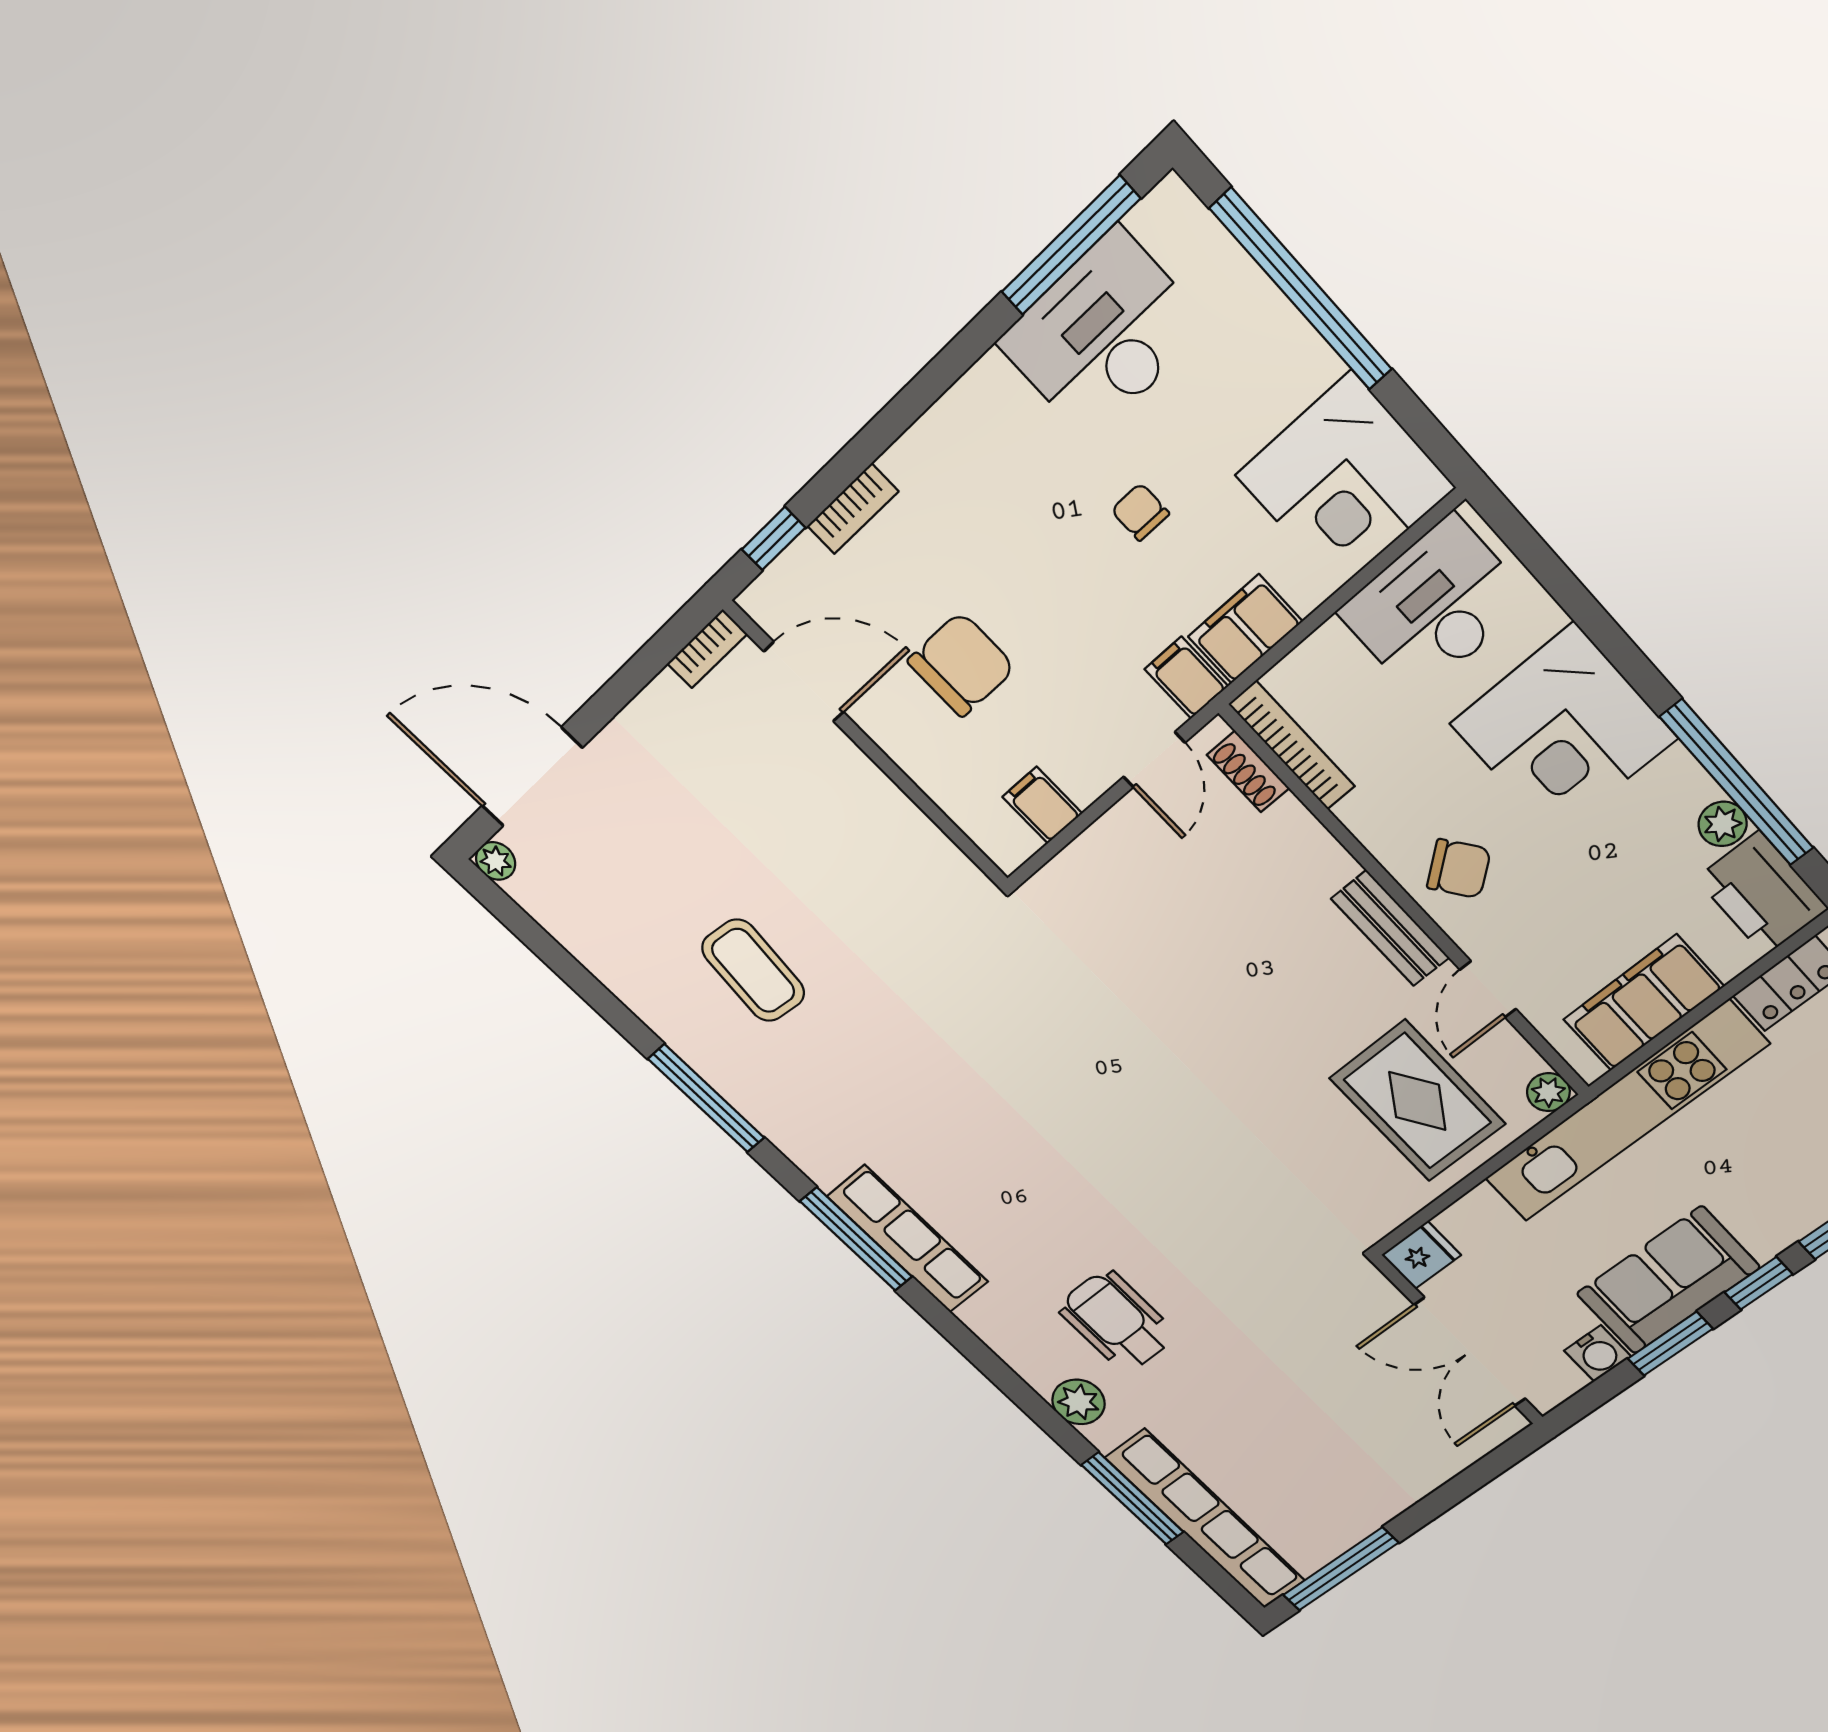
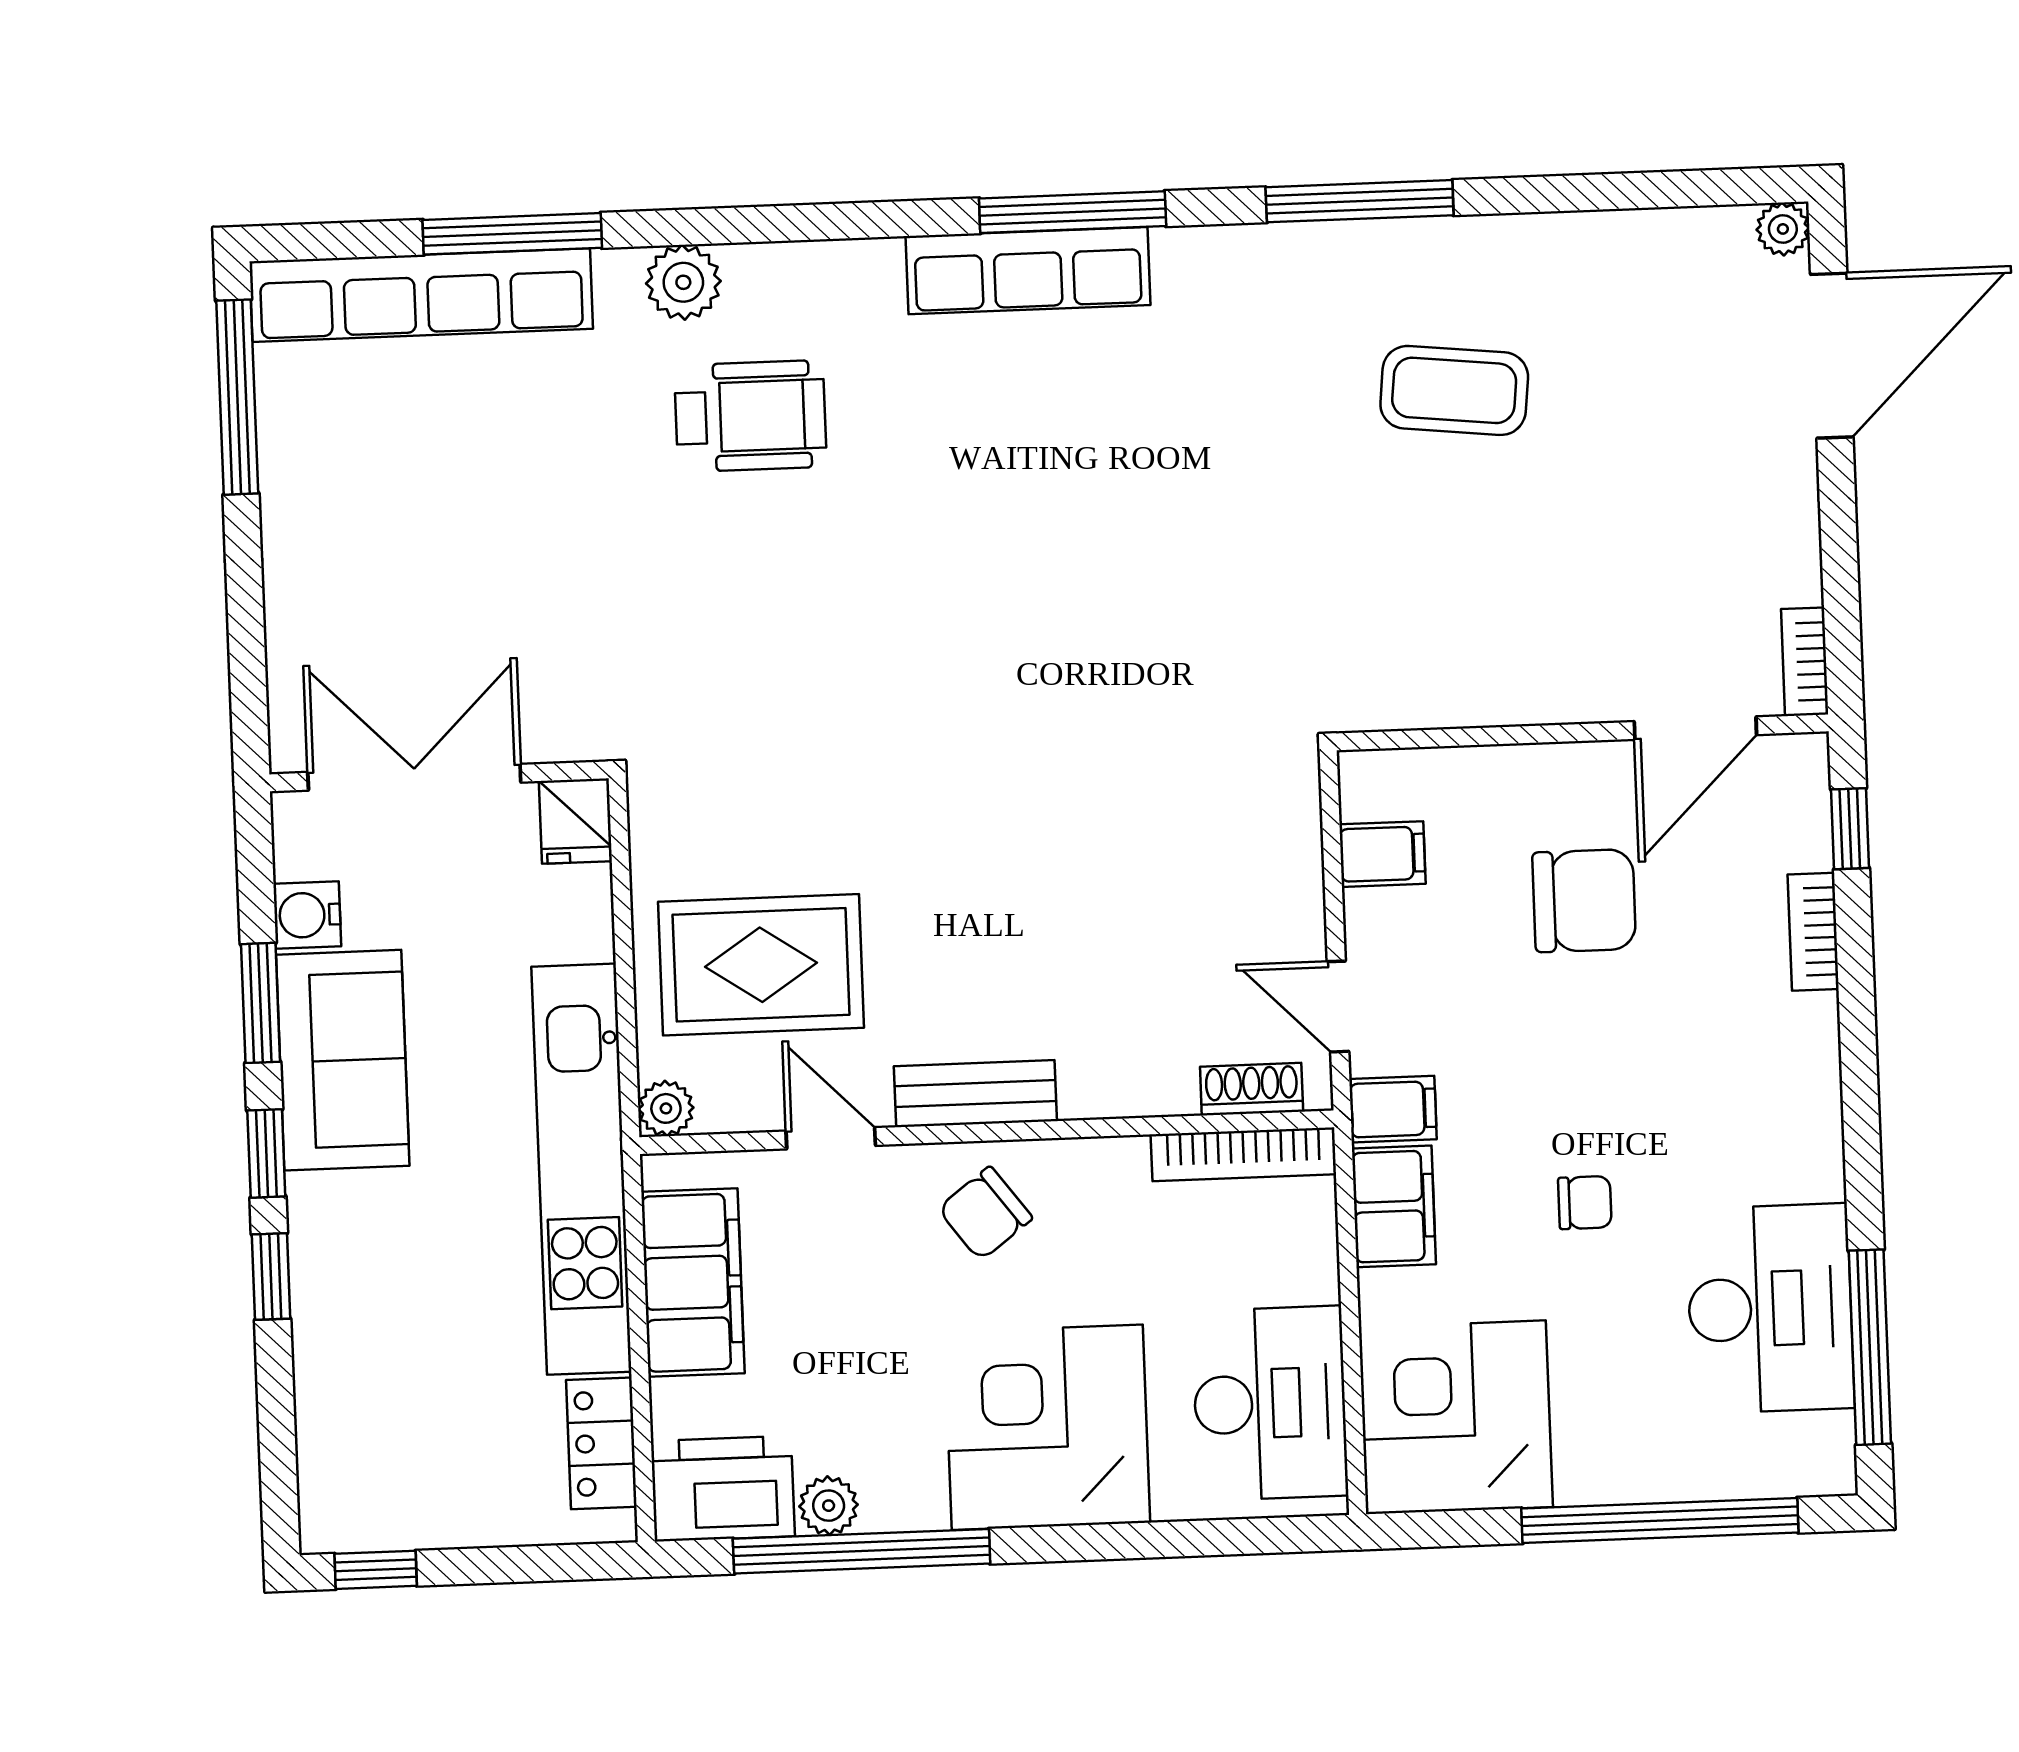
chair: (961, 665) -> (1584, 901), turned -90

